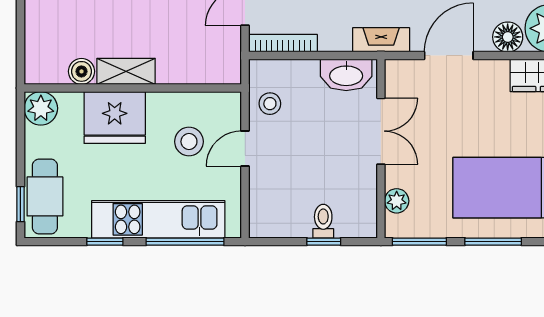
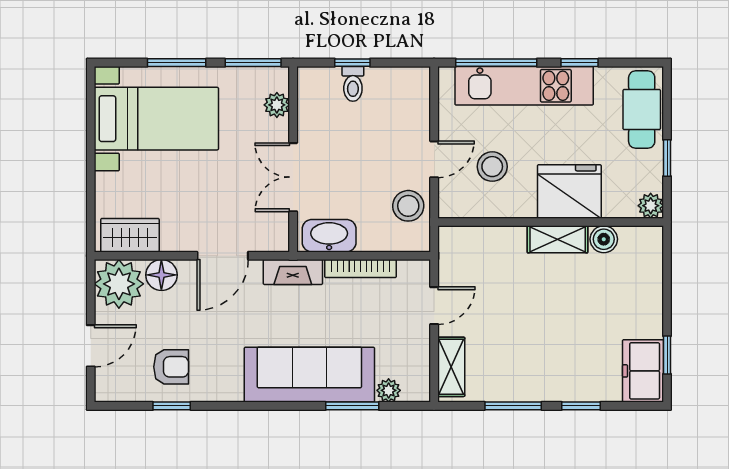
bookcase: (283, 43) -> (360, 269), moved
stool: (270, 104) -> (408, 206), width x1.37, depth x1.37
plant: (41, 108) -> (651, 206), width x0.73, depth x0.73
window: (20, 204) -> (667, 158), moved

